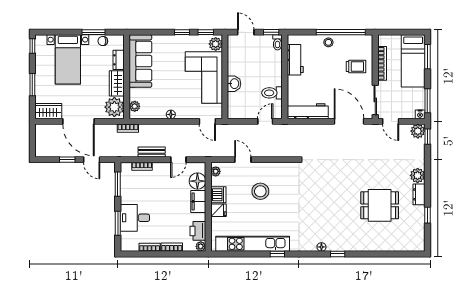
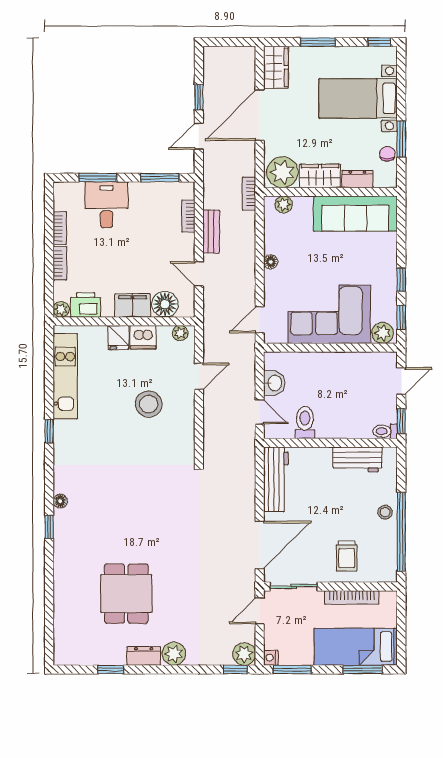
washbasin: (234, 84) -> (274, 383), moved, turned -90
kitchen unit: (253, 244) -> (65, 376), width x0.73

